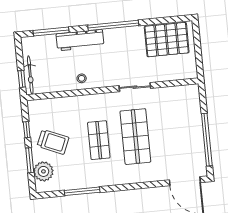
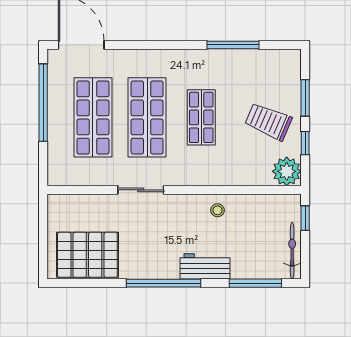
workbench: (80, 40) -> (205, 266), width x0.73
bicycle: (30, 75) -> (292, 251), moved
shop shelf: (172, 133) -> (93, 117), added
plant: (43, 171) -> (287, 171), moved

